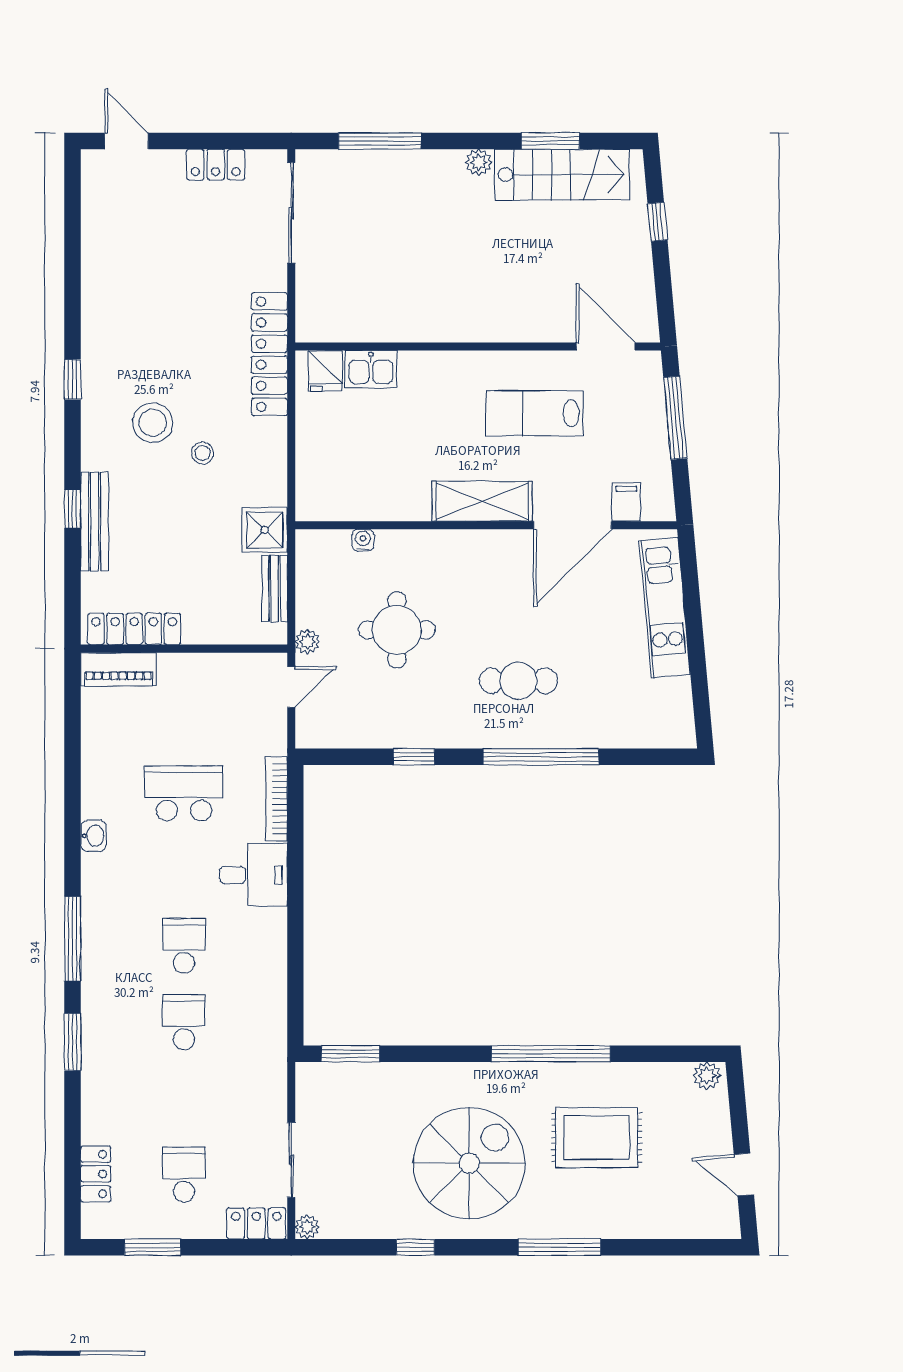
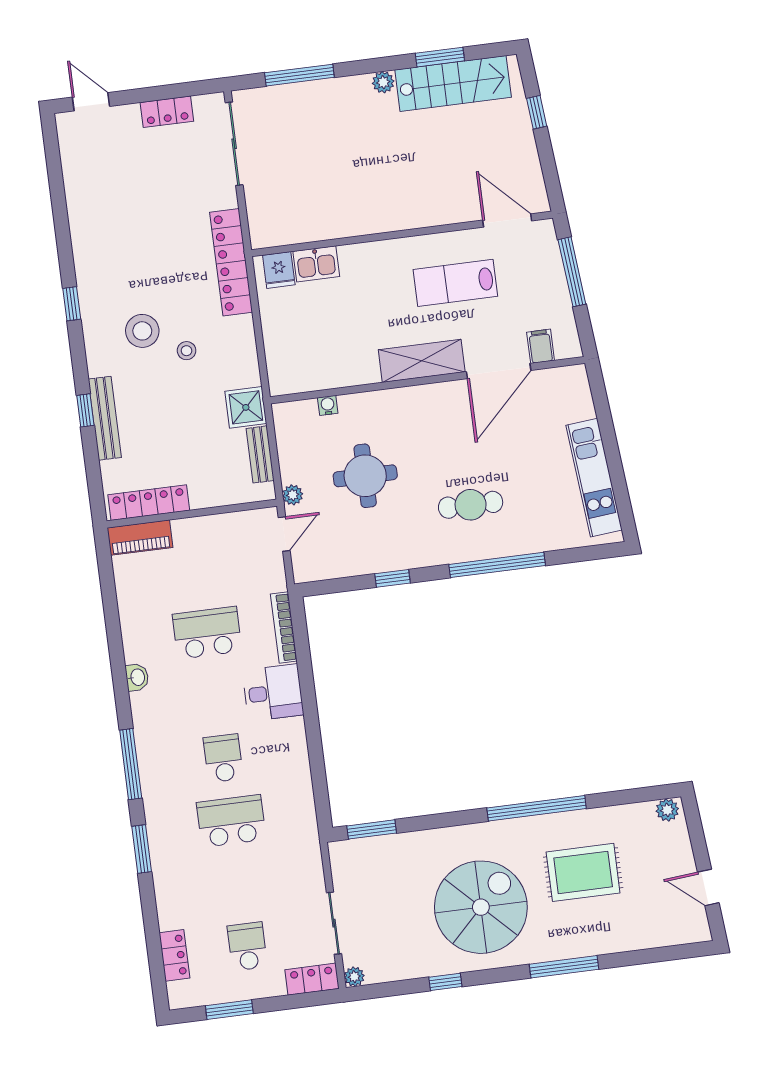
kitchen unit: (665, 608) -> (594, 478), moved
school desk: (184, 1022) -> (231, 821), width x1.85

